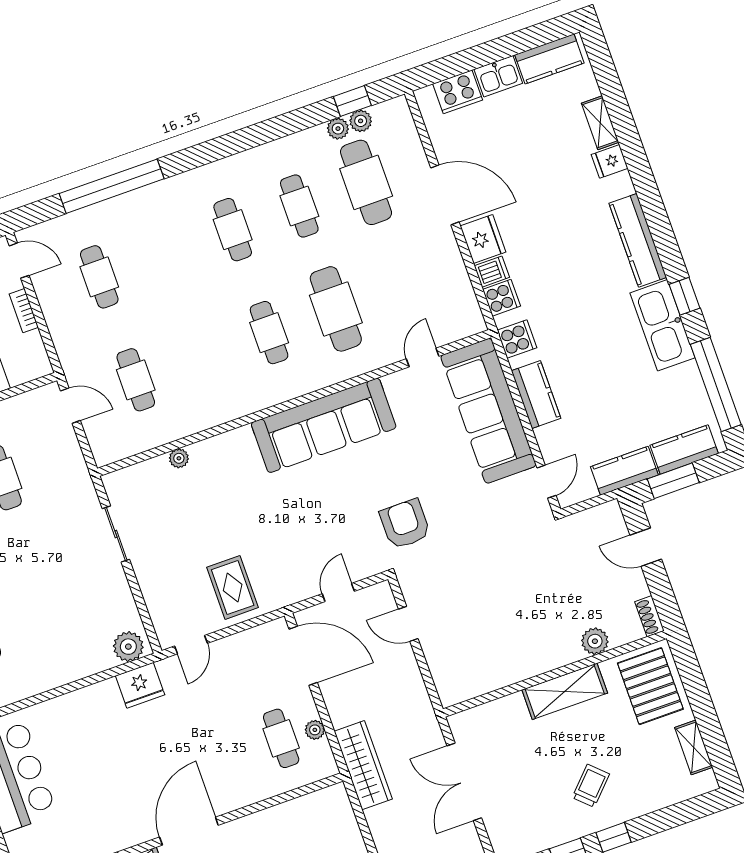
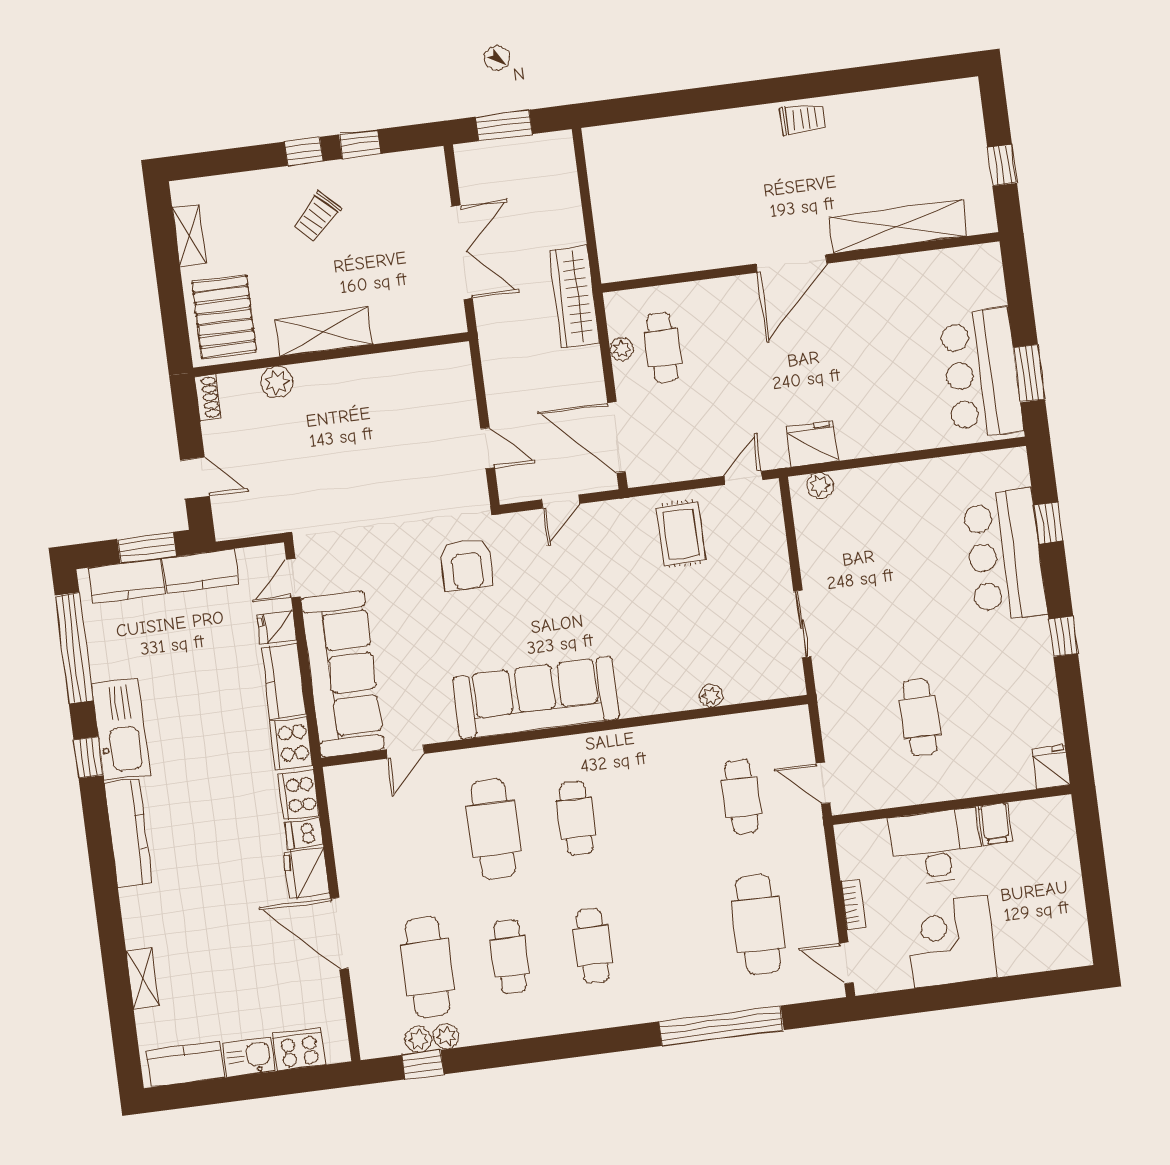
fridge: (610, 161) -> (277, 628), moved, turned 180
cafe table: (99, 277) -> (758, 924), width x1.37, depth x1.35
cooker: (501, 298) -> (299, 795), width x1.36
cooker: (517, 339) -> (291, 743), width x1.36
plant: (128, 647) -> (820, 486), width x0.73, depth x0.73

